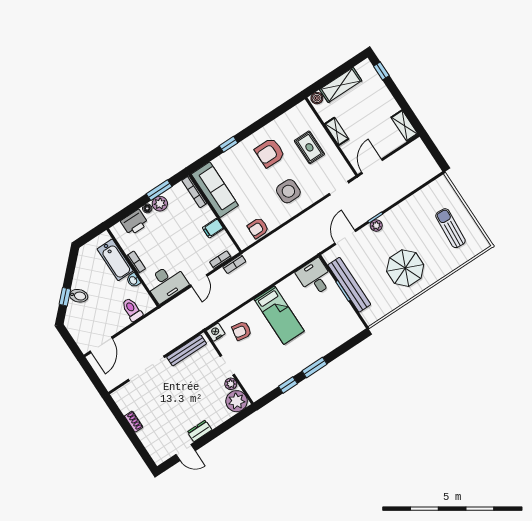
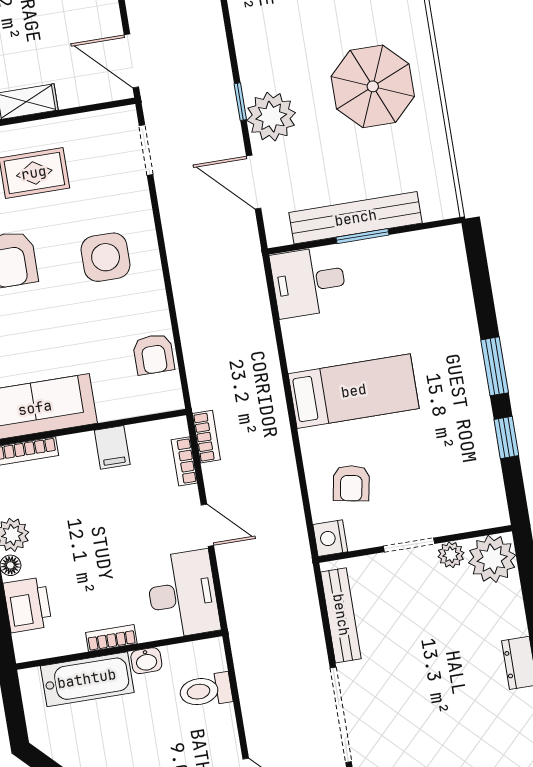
plant: (376, 226) -> (271, 117), width x1.88, depth x1.88

